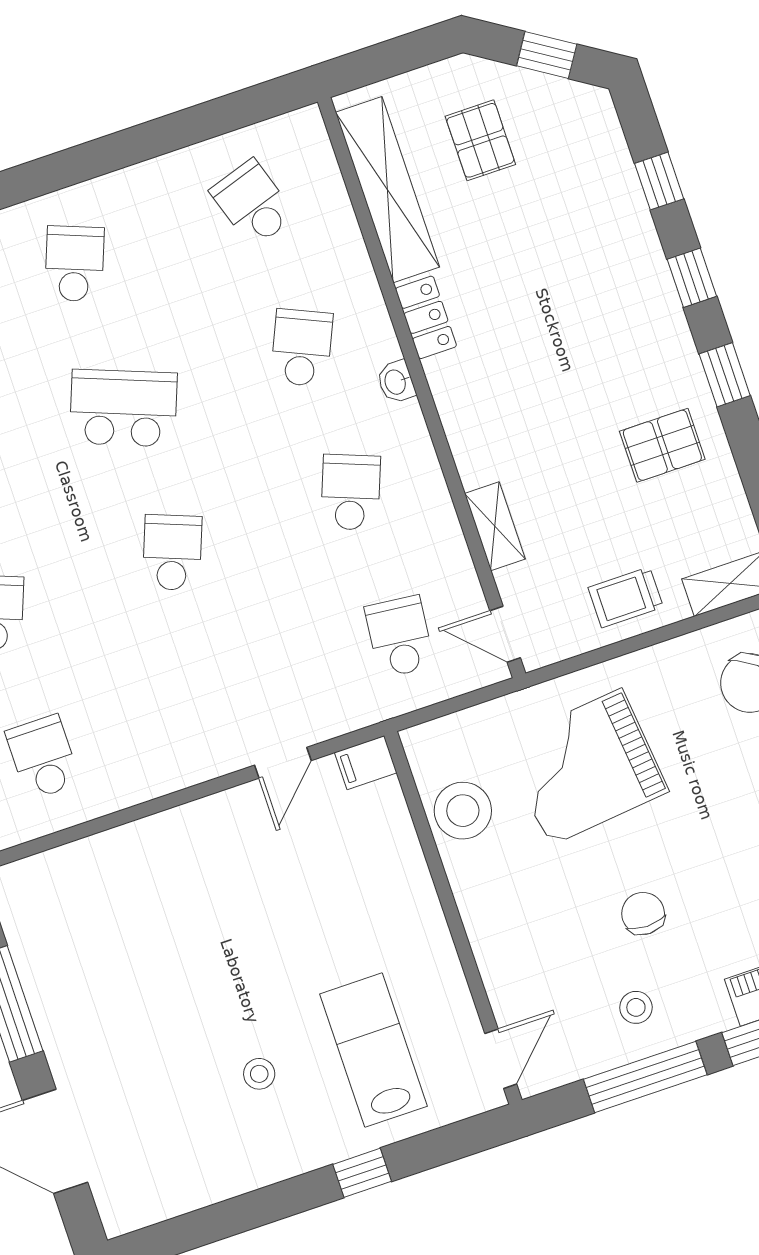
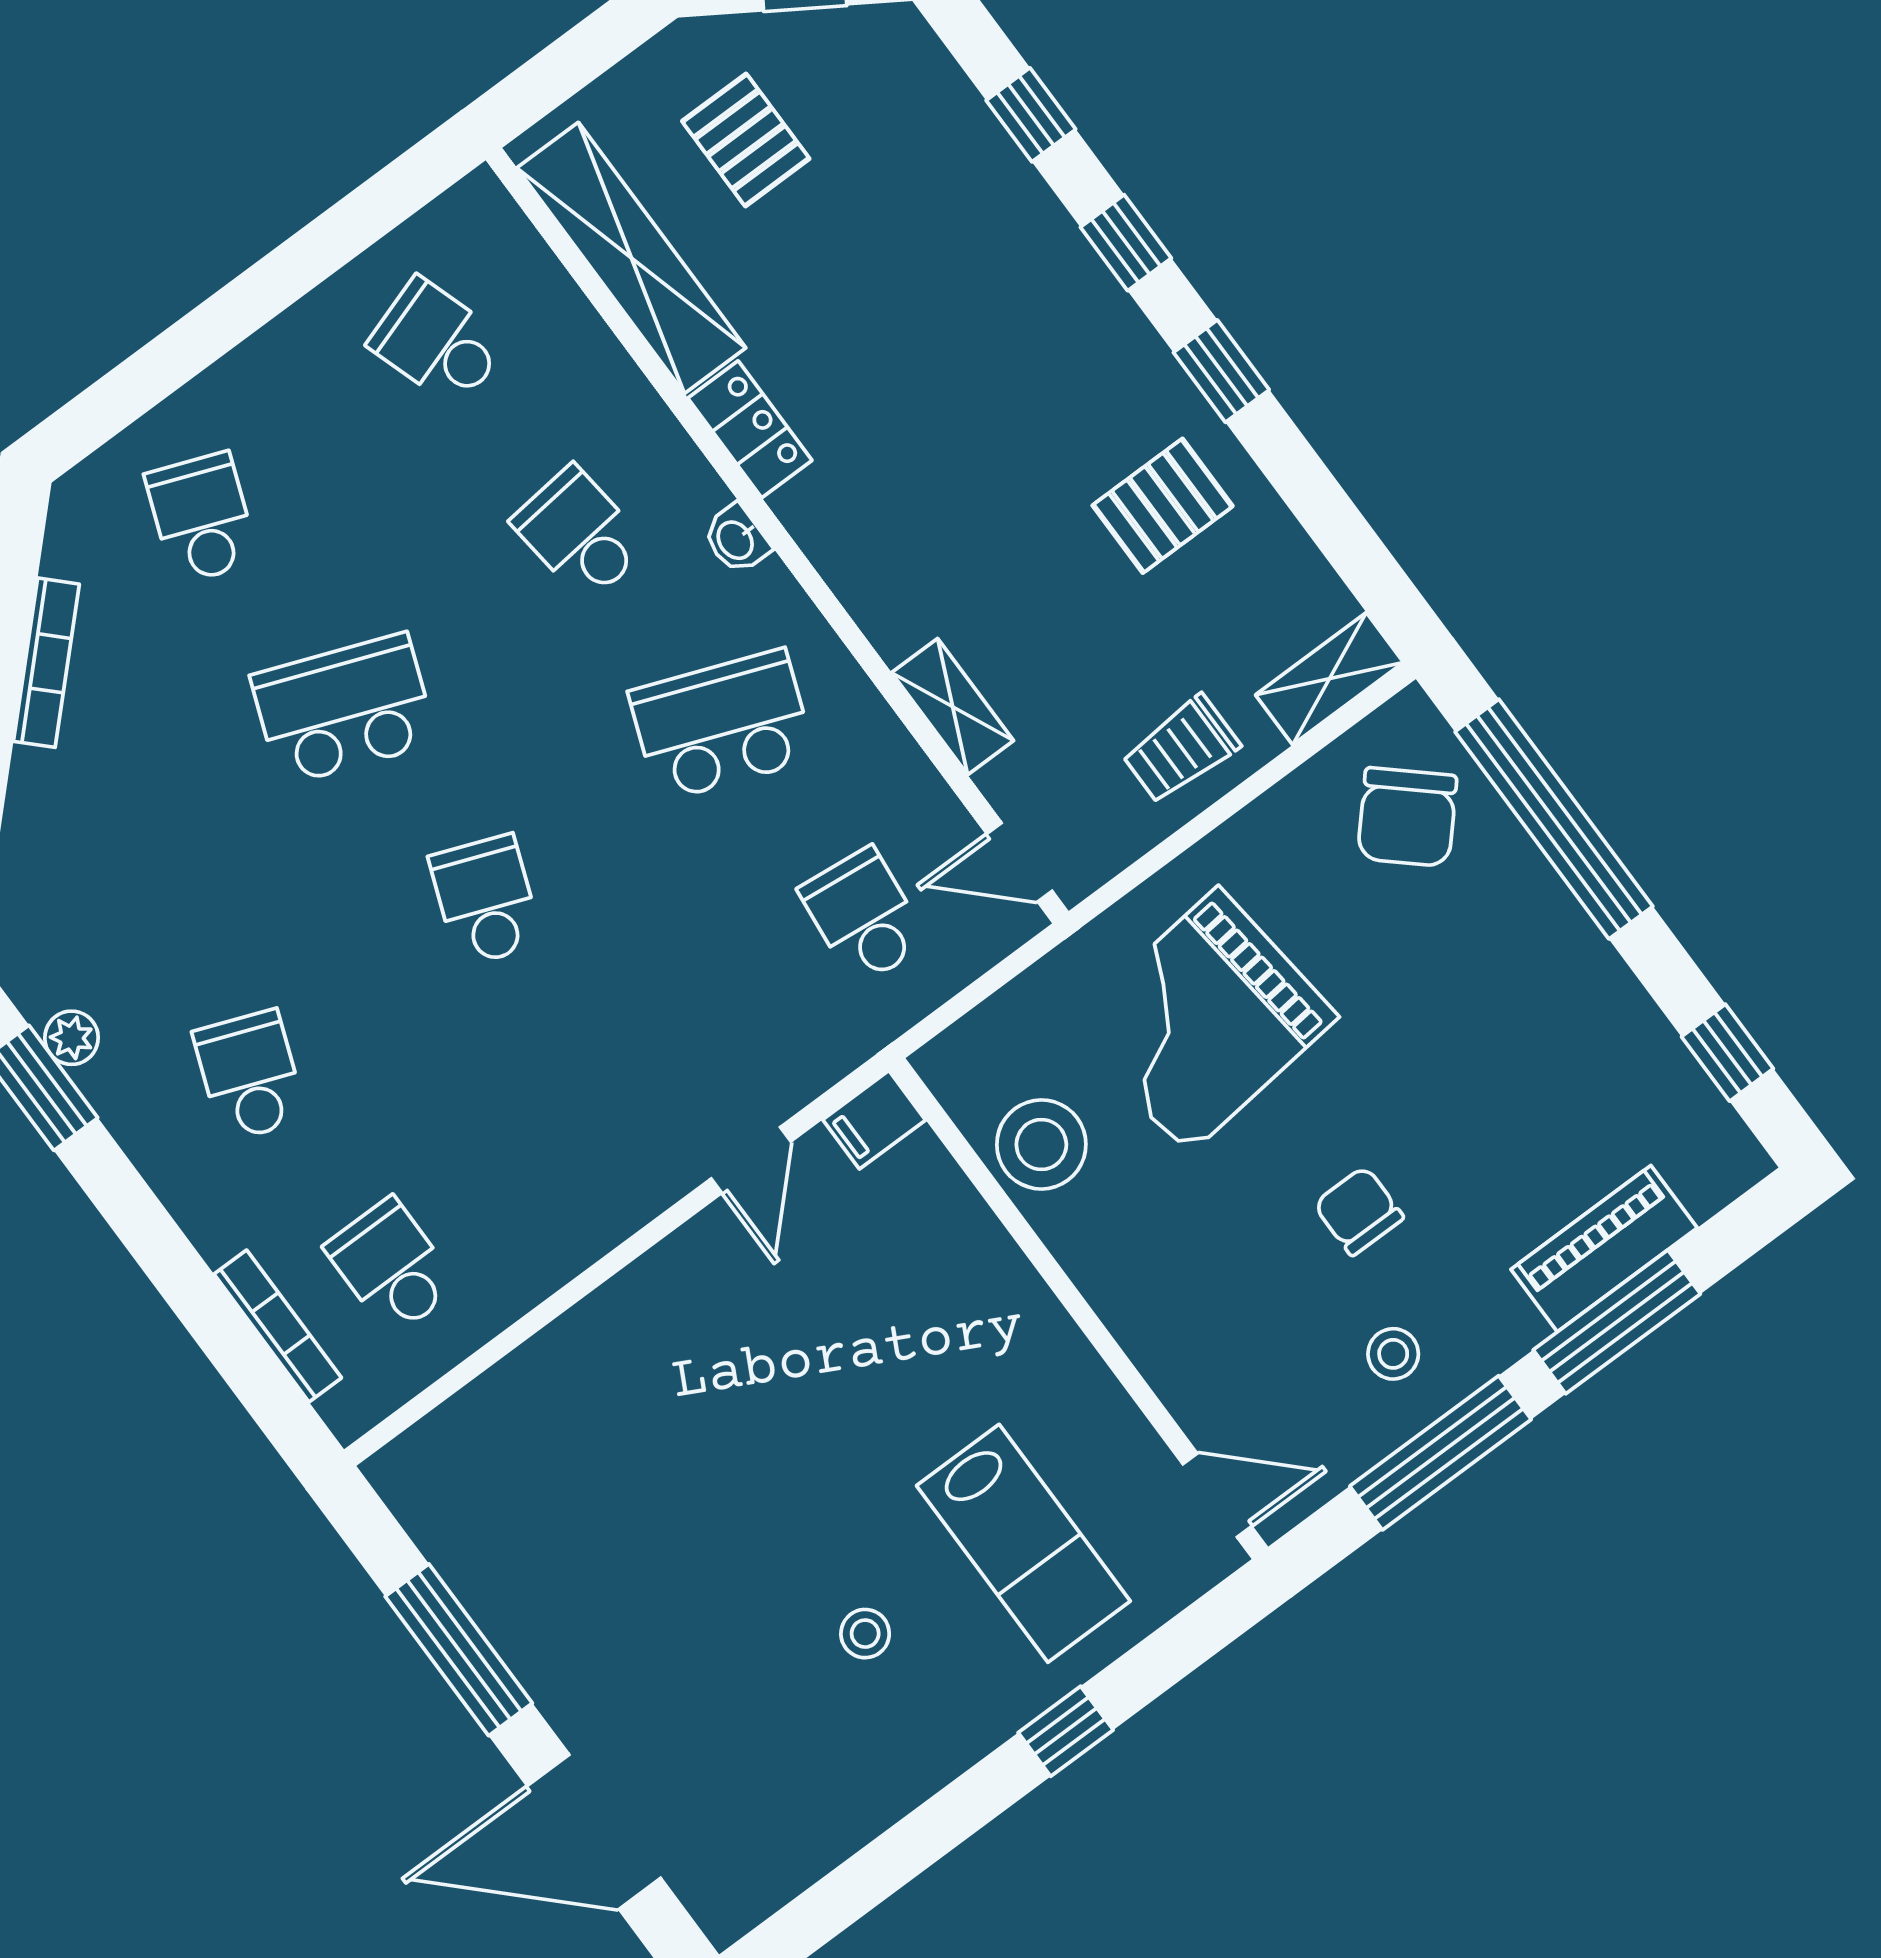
school desk: (302, 348) -> (580, 534), turned -30
school desk: (351, 492) -> (722, 725), width x1.85
lab bench: (373, 1050) -> (1023, 1543), turned 180
door: (501, 1059) -> (1217, 1495), hinge flipped

